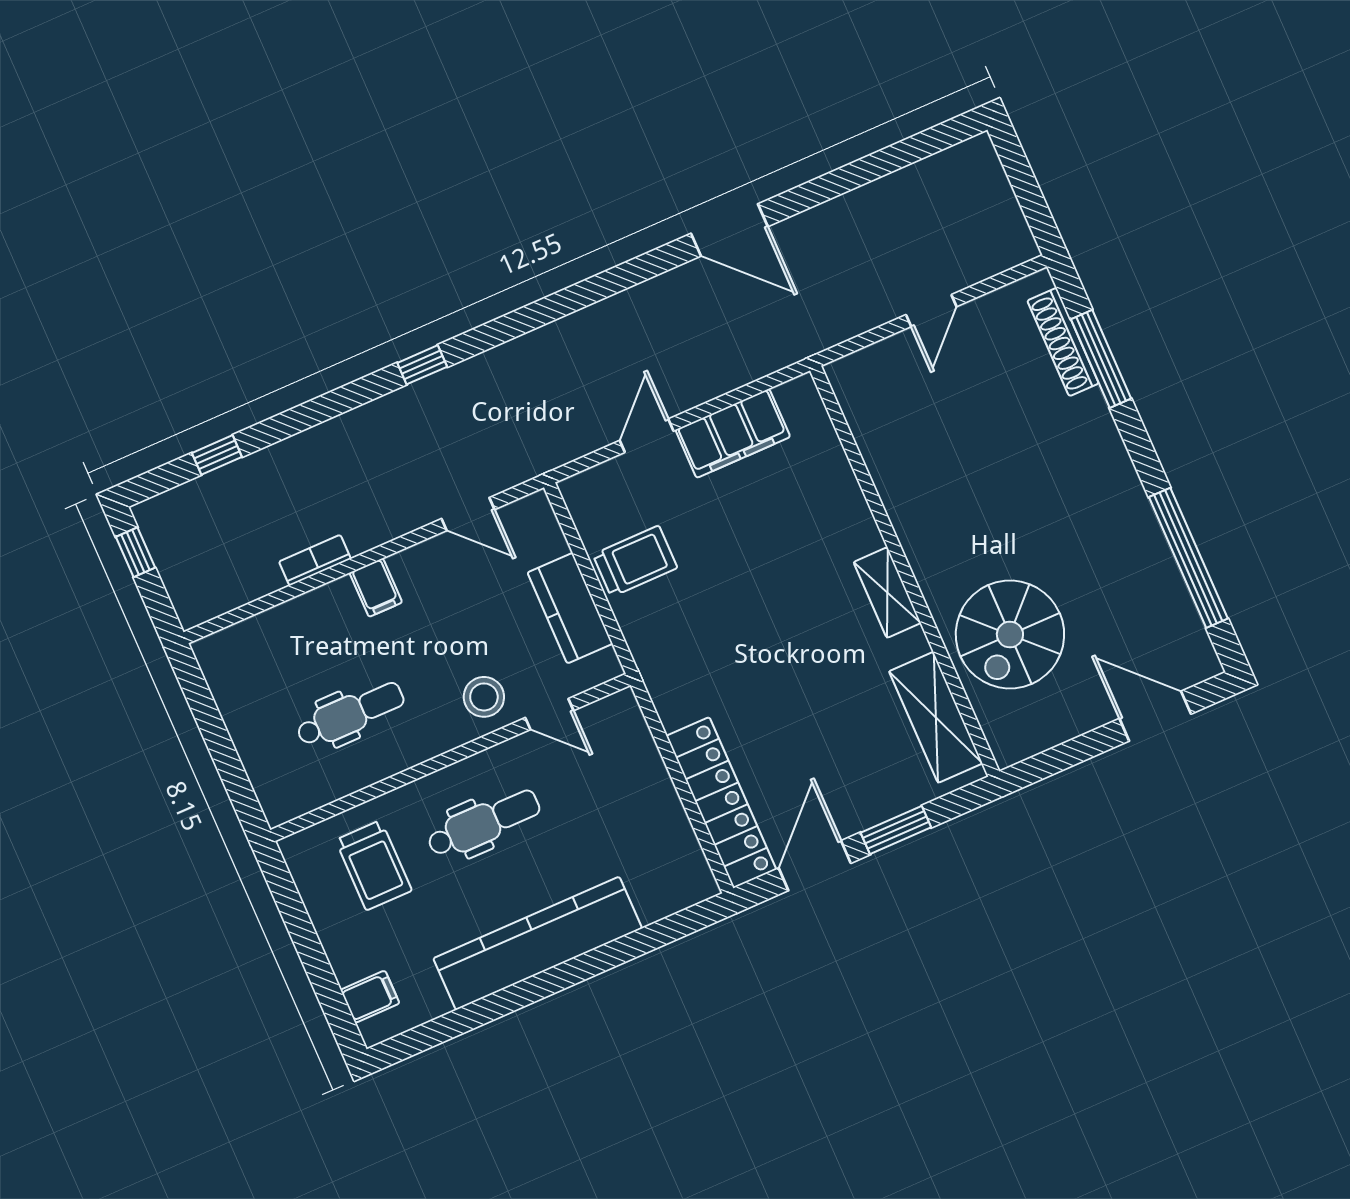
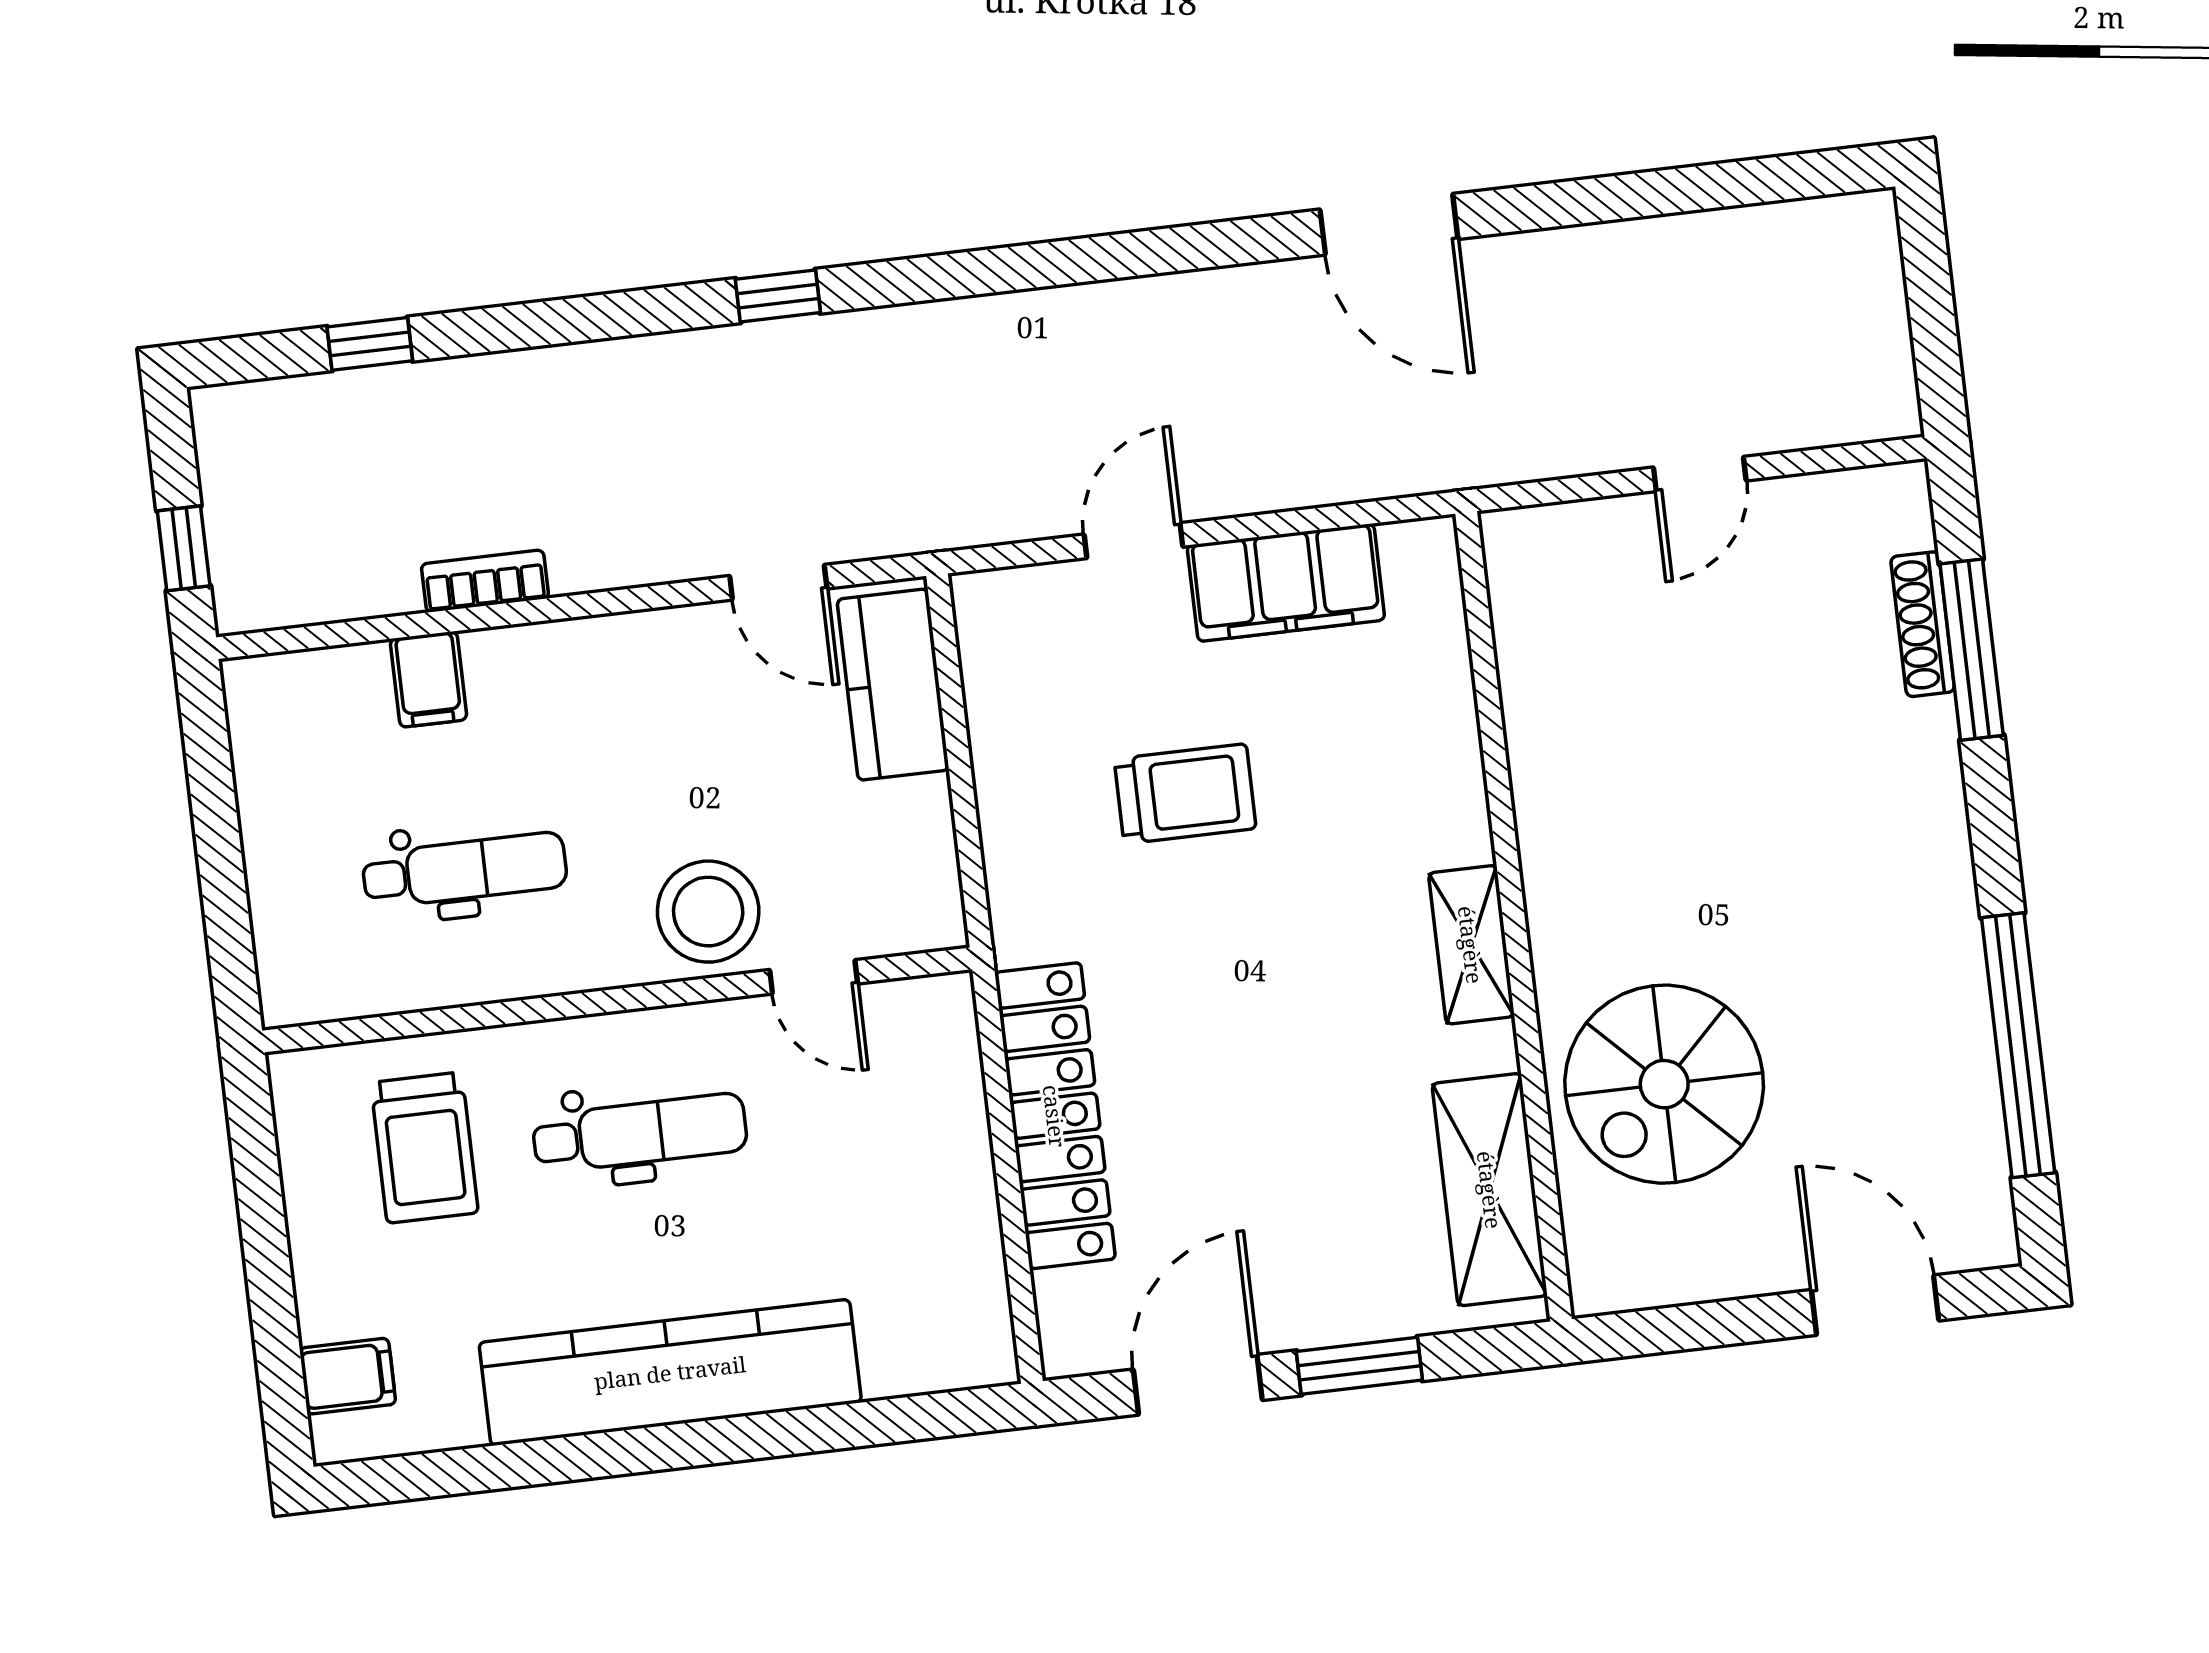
shoe rack: (1063, 342) -> (1923, 624), width x0.74, depth x0.81
window: (135, 552) -> (184, 548), moved
trolley: (635, 561) -> (1185, 794), moved
filing cabinet: (376, 588) -> (428, 679), moved
kitchen counter: (570, 608) -> (893, 685), moved
stool: (484, 697) -> (708, 912), width x1.38, depth x1.38
locker: (721, 803) -> (1055, 1116), moved

